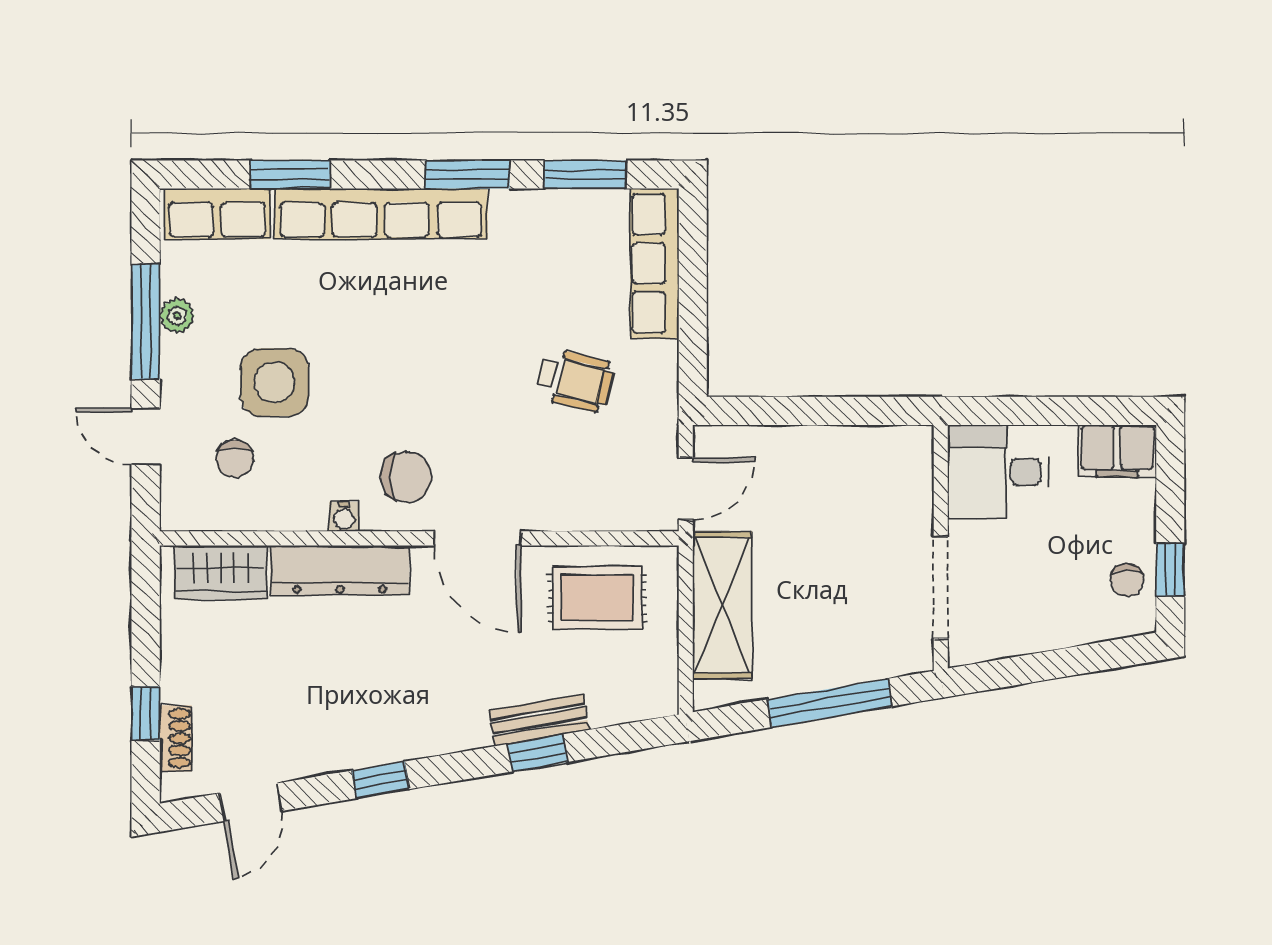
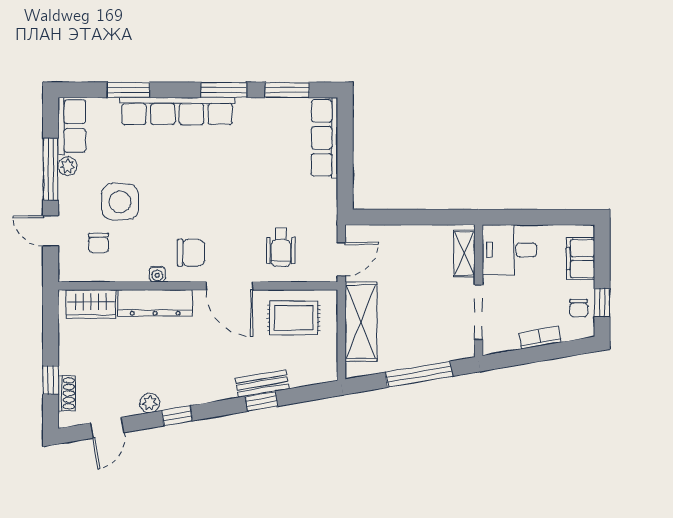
row of seats: (217, 214) -> (72, 126), moved, turned -90
wheelchair: (575, 380) -> (281, 247), moved, turned 76
filing cabinet: (1117, 451) -> (581, 259), moved, turned 90
shelving: (914, 478) -> (464, 253), added
bookcase: (1055, 635) -> (540, 338), added
plant: (330, 756) -> (150, 403), added

